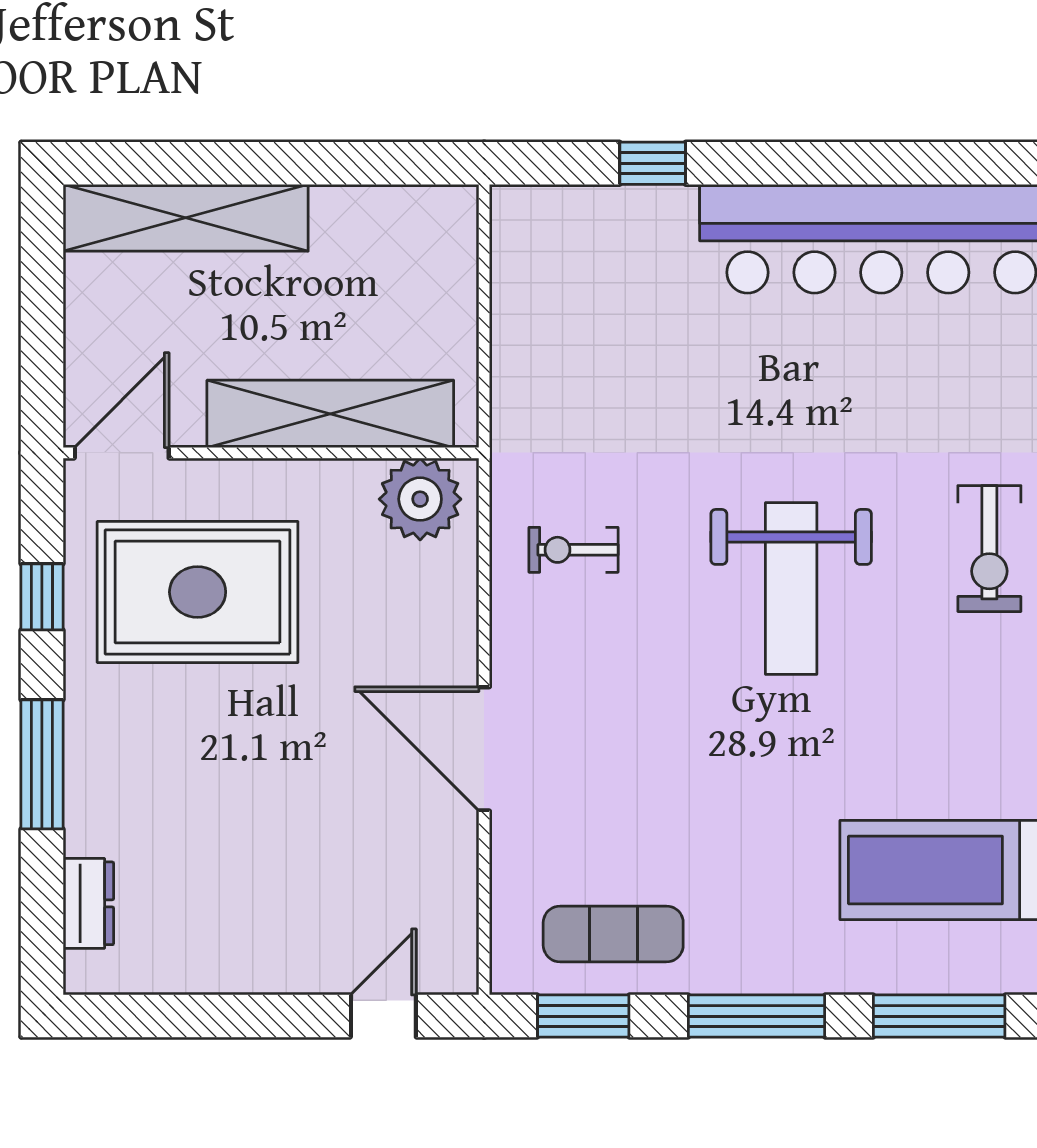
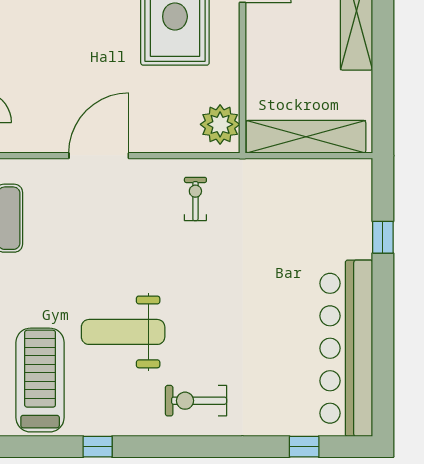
shelving: (330, 414) -> (306, 137), moved, turned 90
weight bench: (791, 589) -> (123, 332), moved

